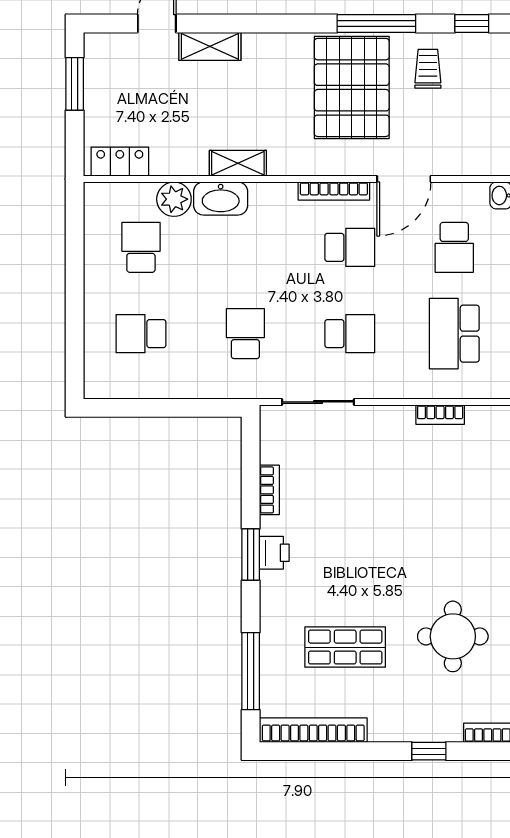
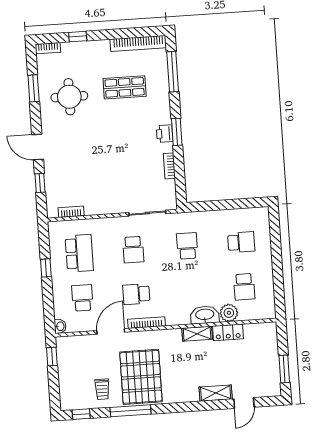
locker: (120, 162) -> (228, 332), moved
school desk: (245, 334) -> (187, 246), turned 180
school desk: (350, 334) -> (133, 250), turned -90
bookcase: (440, 415) -> (71, 212), moved

